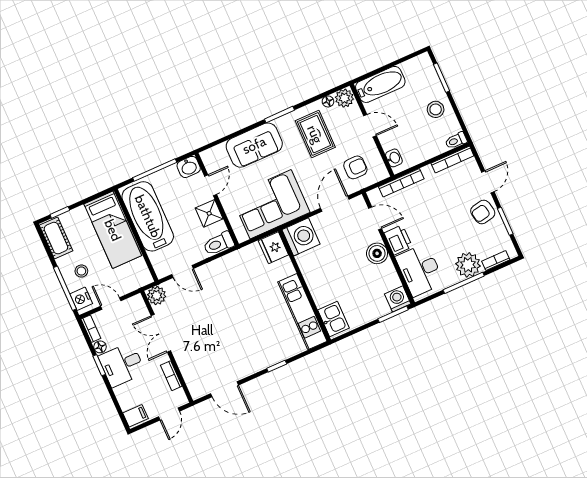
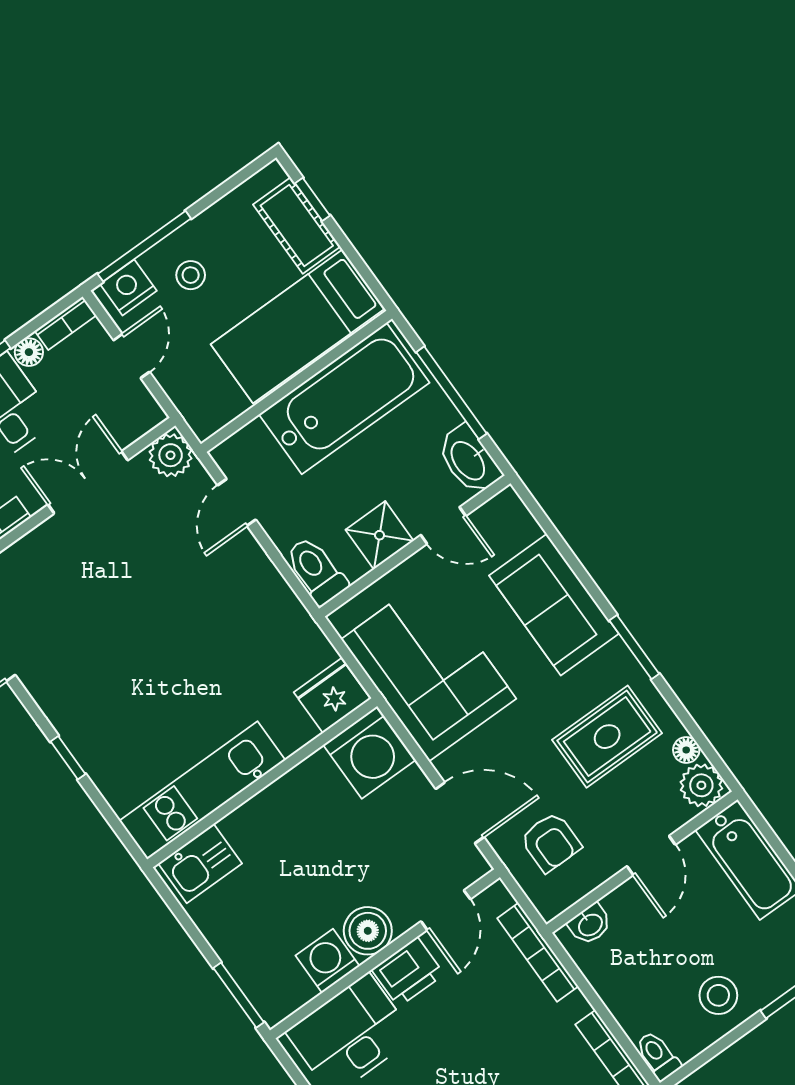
washbasin: (189, 167) -> (469, 460), width x1.38
cot: (56, 238) -> (297, 226), moved, turned 90
washing machine: (398, 299) -> (328, 961), moved, turned -90

